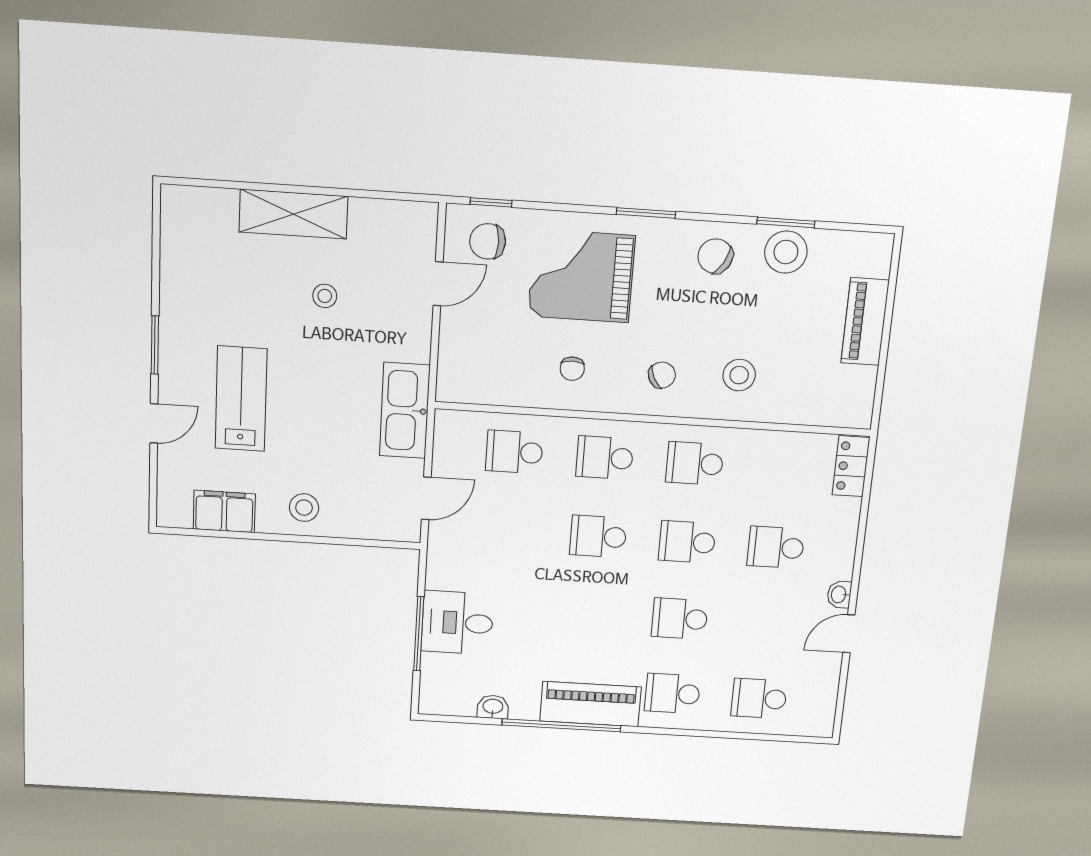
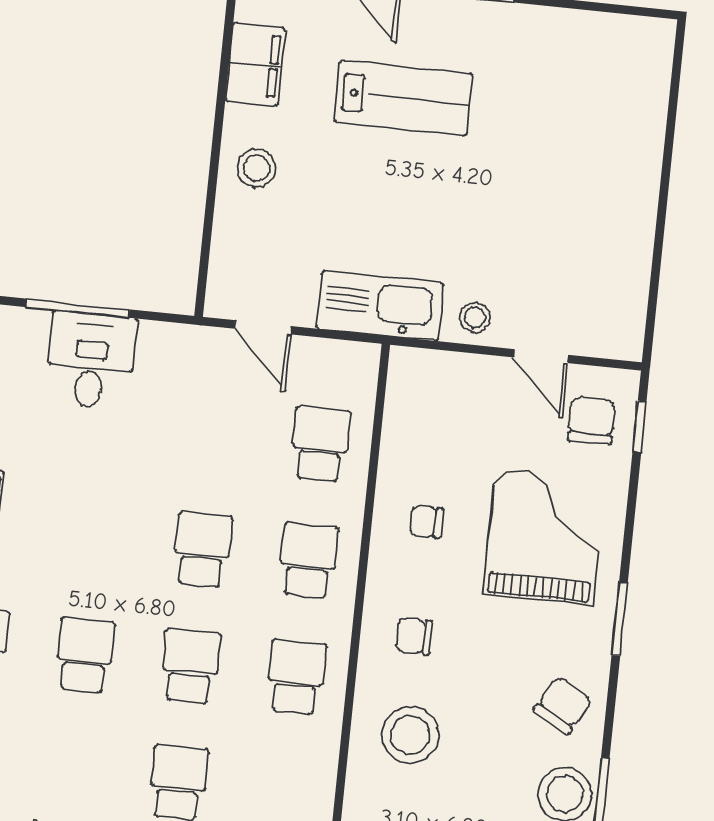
shelving: (293, 214) -> (634, 181), removed
stool: (325, 296) -> (475, 317), moved
chair: (662, 375) -> (414, 636), turned 117
stool: (739, 375) -> (410, 735), width x1.38, depth x1.38

